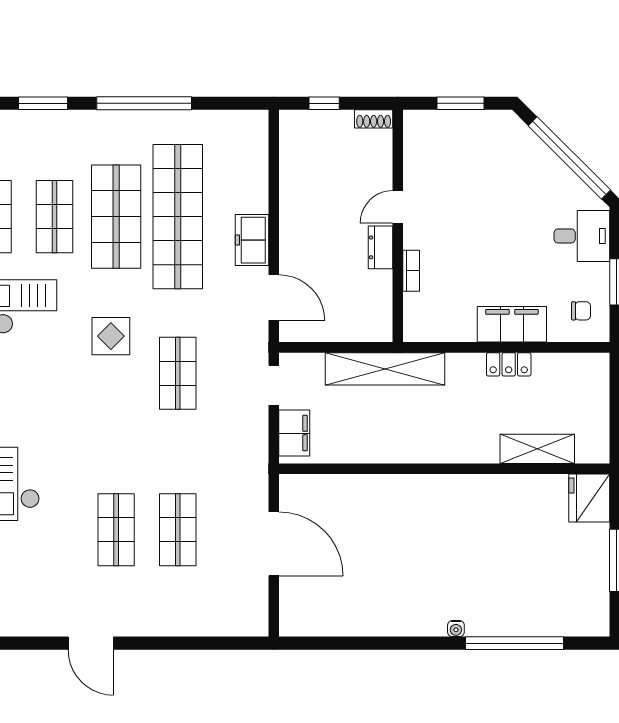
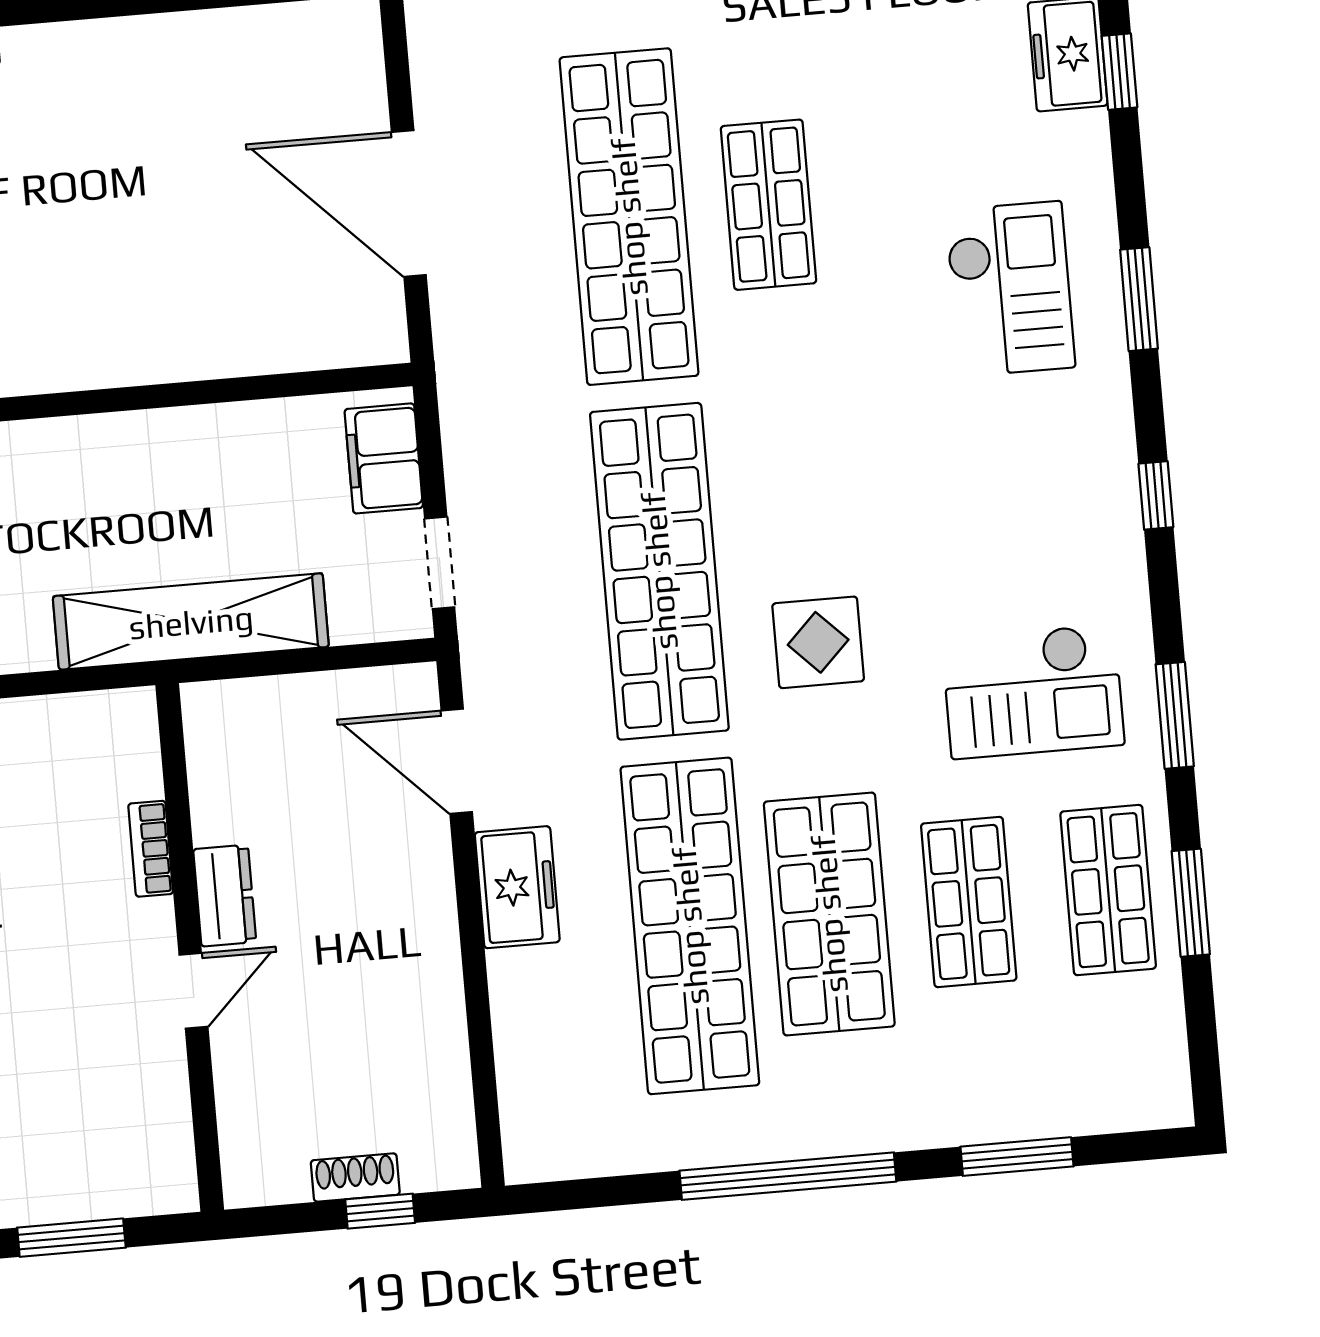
shoe rack: (374, 119) -> (355, 1178), moved
shop shelf: (178, 373) -> (659, 571), width x2.00, depth x1.36
shop shelf: (178, 530) -> (629, 217), width x2.00, depth x1.36

